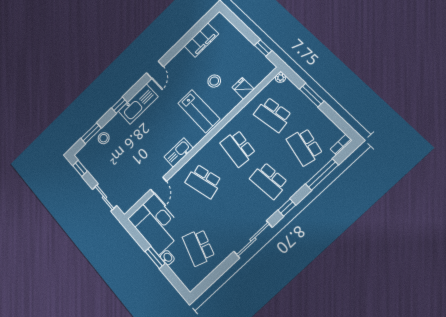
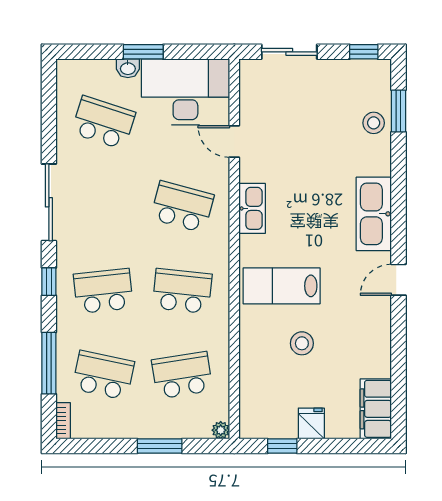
filing cabinet: (201, 40) -> (376, 409), moved
door: (155, 70) -> (398, 280), hinge flipped
fridge: (243, 88) -> (311, 423), moved, turned -90
window: (119, 105) -> (398, 186), removed
school desk: (204, 181) -> (182, 207), turned 30

